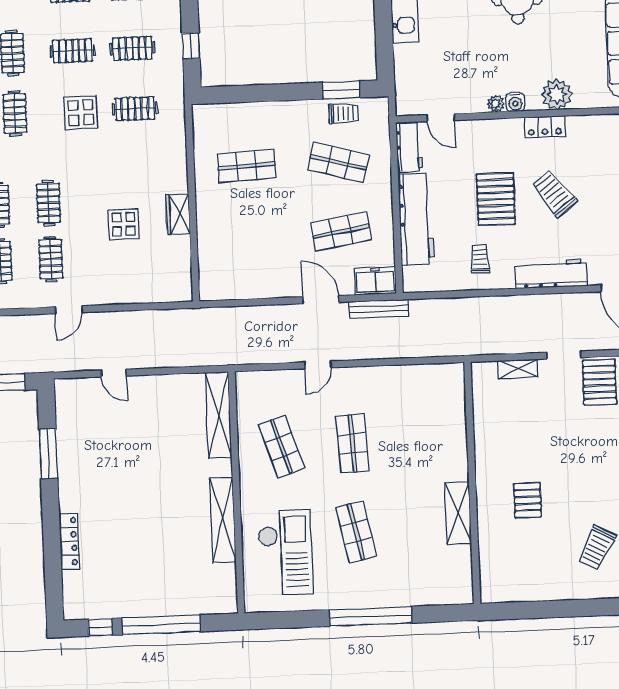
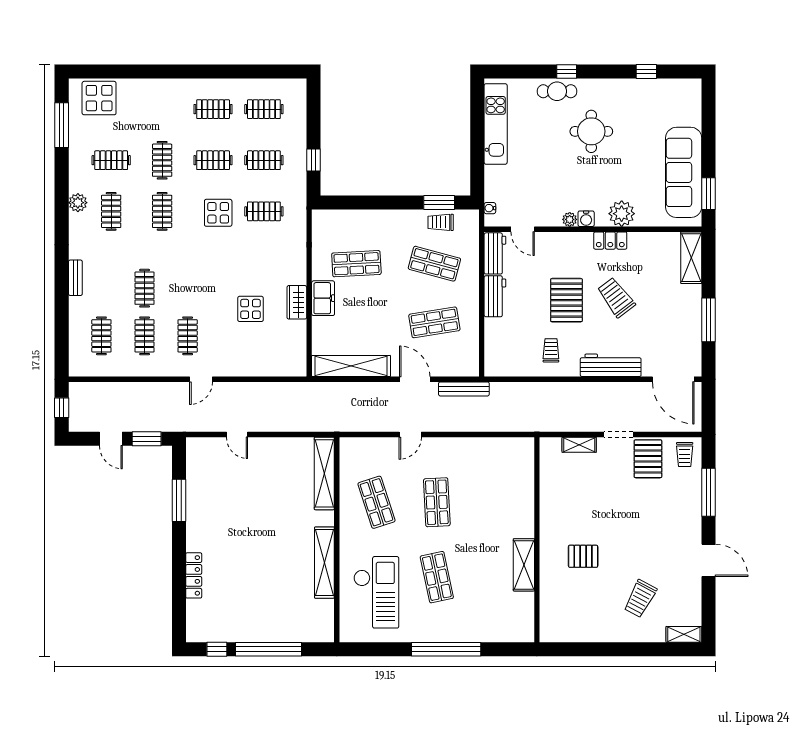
water cooler: (401, 94) -> (490, 208), added
trolley: (344, 113) -> (441, 222), turned 180
clothes rail: (48, 203) -> (188, 288), removed
workbench: (416, 219) -> (495, 296), width x0.53, depth x0.76
freezer: (375, 281) -> (323, 298), moved, turned 90
shelving: (245, 287) -> (351, 366), added
pallet: (528, 500) -> (583, 556), turned 90

